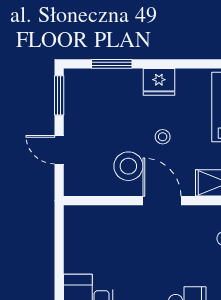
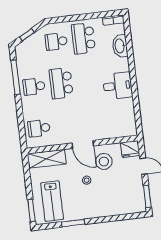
window: (112, 64) -> (73, 223), moved
fridge: (159, 82) -> (130, 149), moved, turned 180

